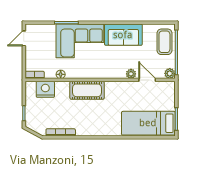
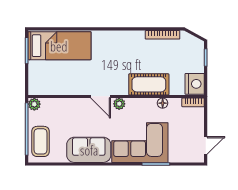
plant: (131, 74) -> (119, 104), moved
door: (147, 80) -> (101, 96), moved
nightstand: (45, 89) -> (195, 84), moved, turned -90
cot: (87, 90) -> (149, 84), moved

